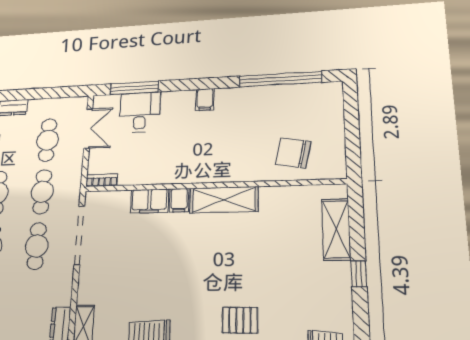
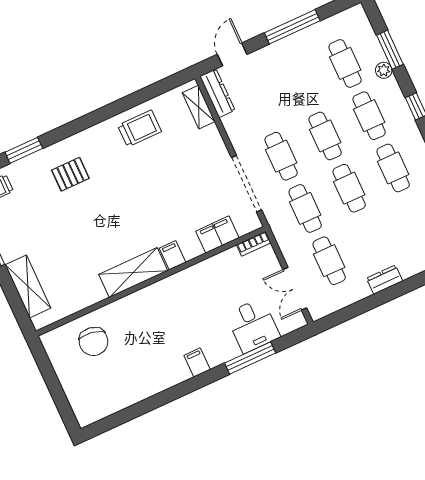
window: (280, 79) -> (137, 410), removed
window: (134, 88) -> (250, 358), moved
chair: (293, 153) -> (93, 341), turned 88
filing cabinet: (149, 201) -> (217, 234), moved

